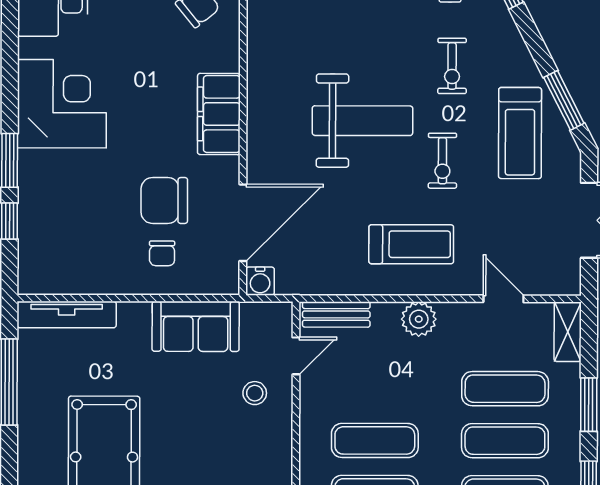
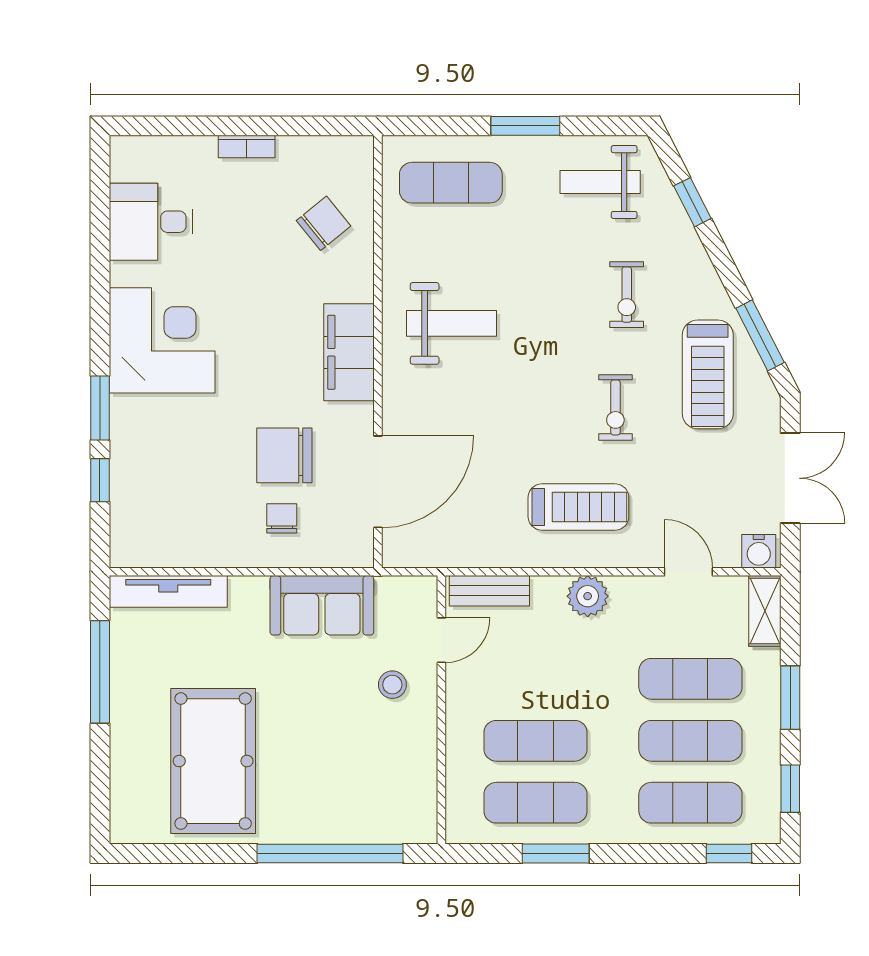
weight bench: (362, 121) -> (451, 323), moved, width x0.73, depth x0.75
chair: (162, 253) -> (282, 518), turned 180
water cooler: (260, 281) -> (759, 551), moved

